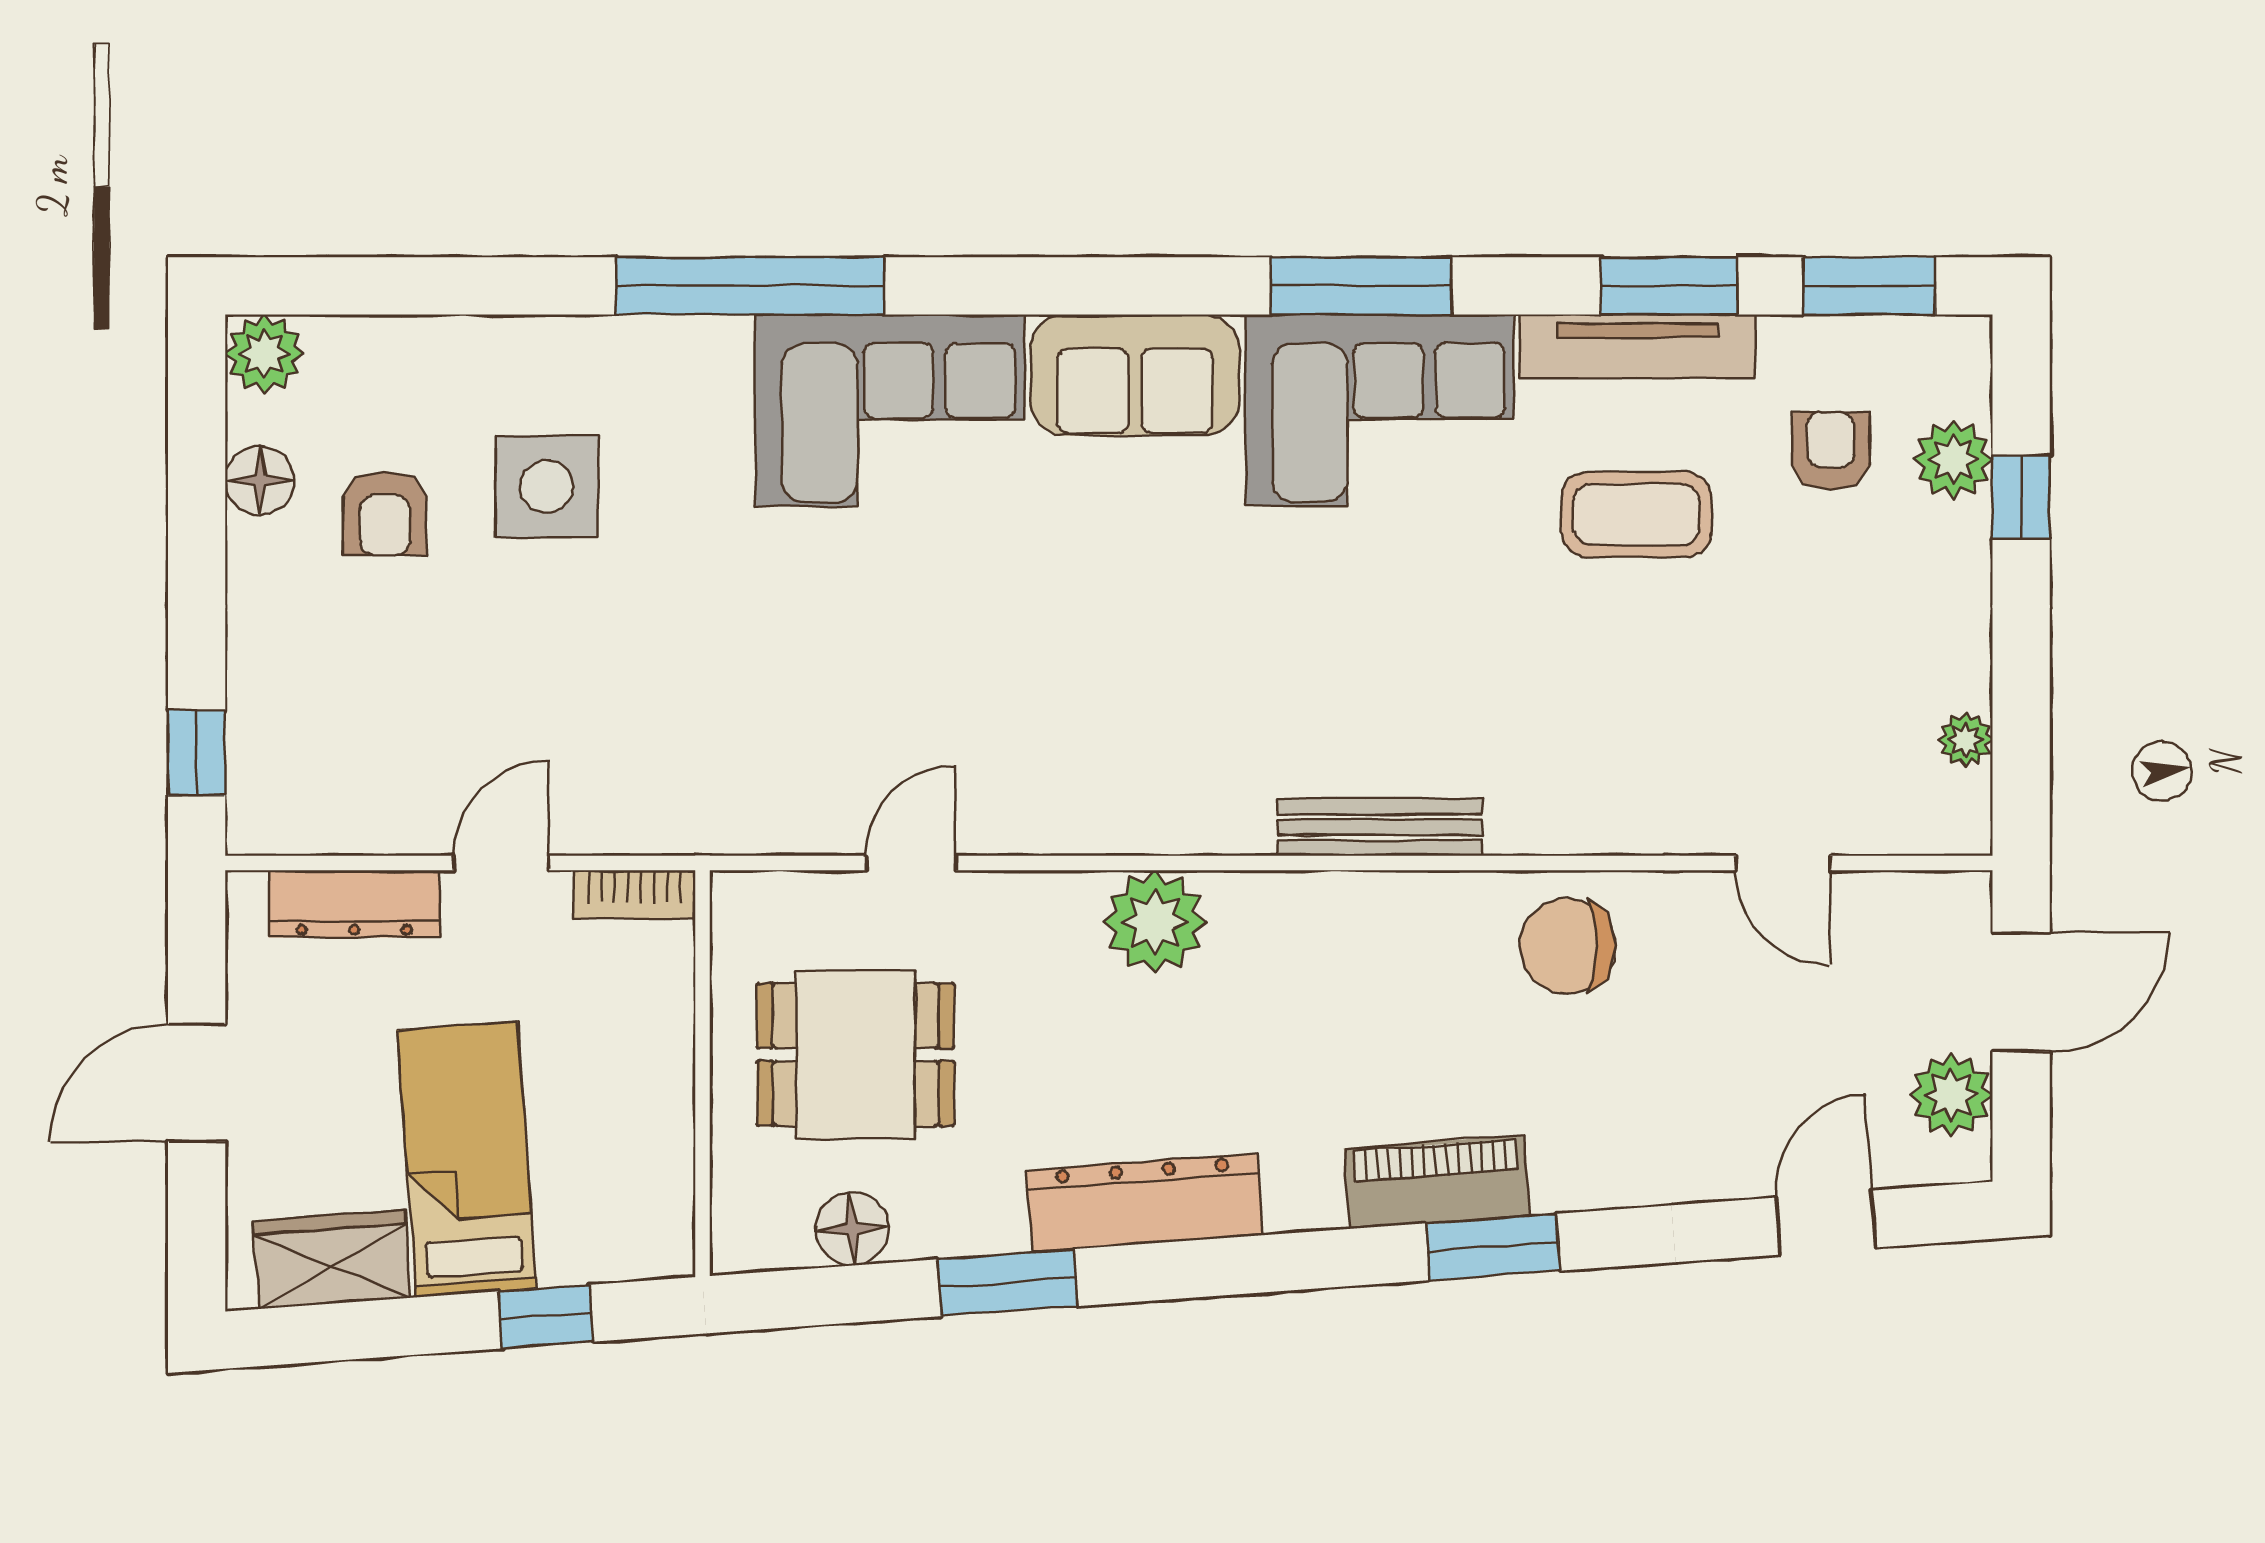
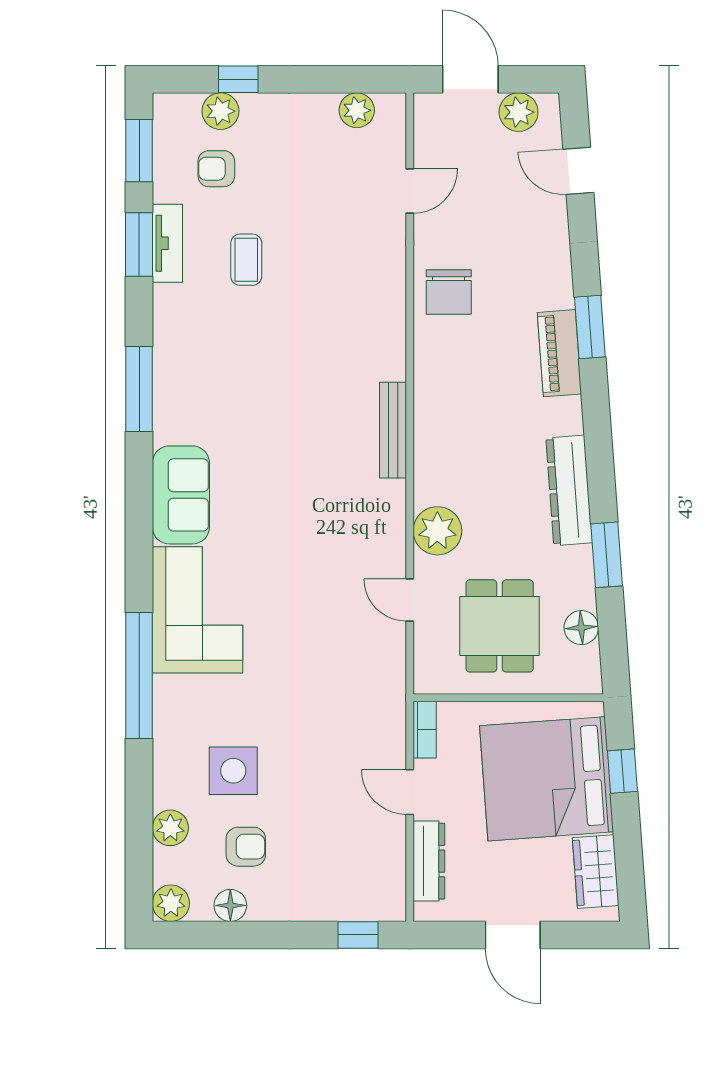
tv unit: (1637, 346) -> (167, 243), width x0.71
plant: (425, 353) -> (170, 828), added
corner sofa: (1380, 410) -> (197, 380), removed
coffee table: (1636, 514) -> (246, 260), width x0.73, depth x0.77
plant: (1965, 740) -> (357, 110), width x1.38, depth x1.38
bench: (1380, 827) -> (393, 430), moved
plant: (1155, 922) -> (437, 531), moved
bed: (467, 1159) -> (547, 779), width x2.04

